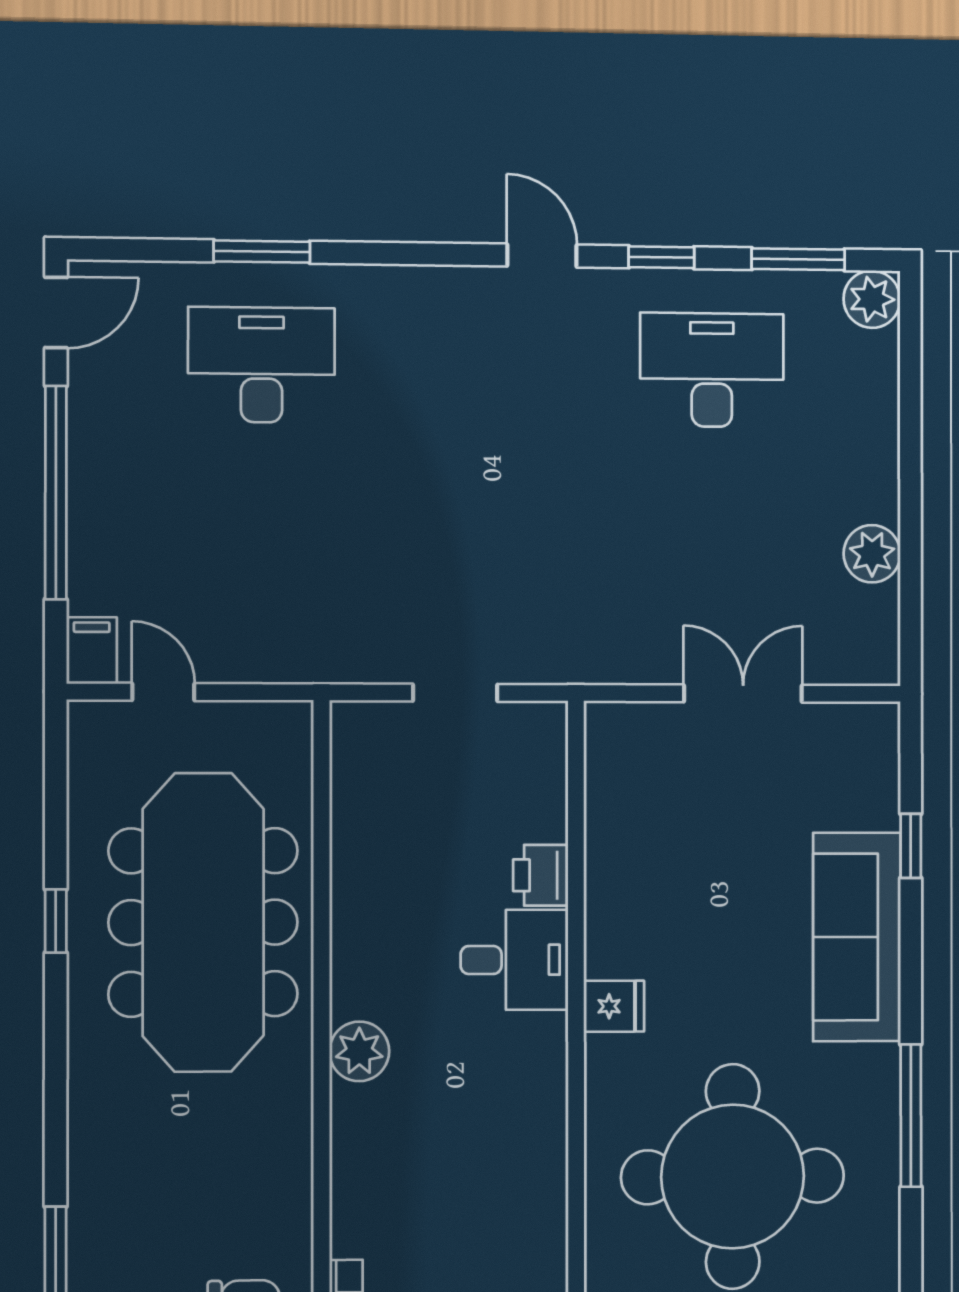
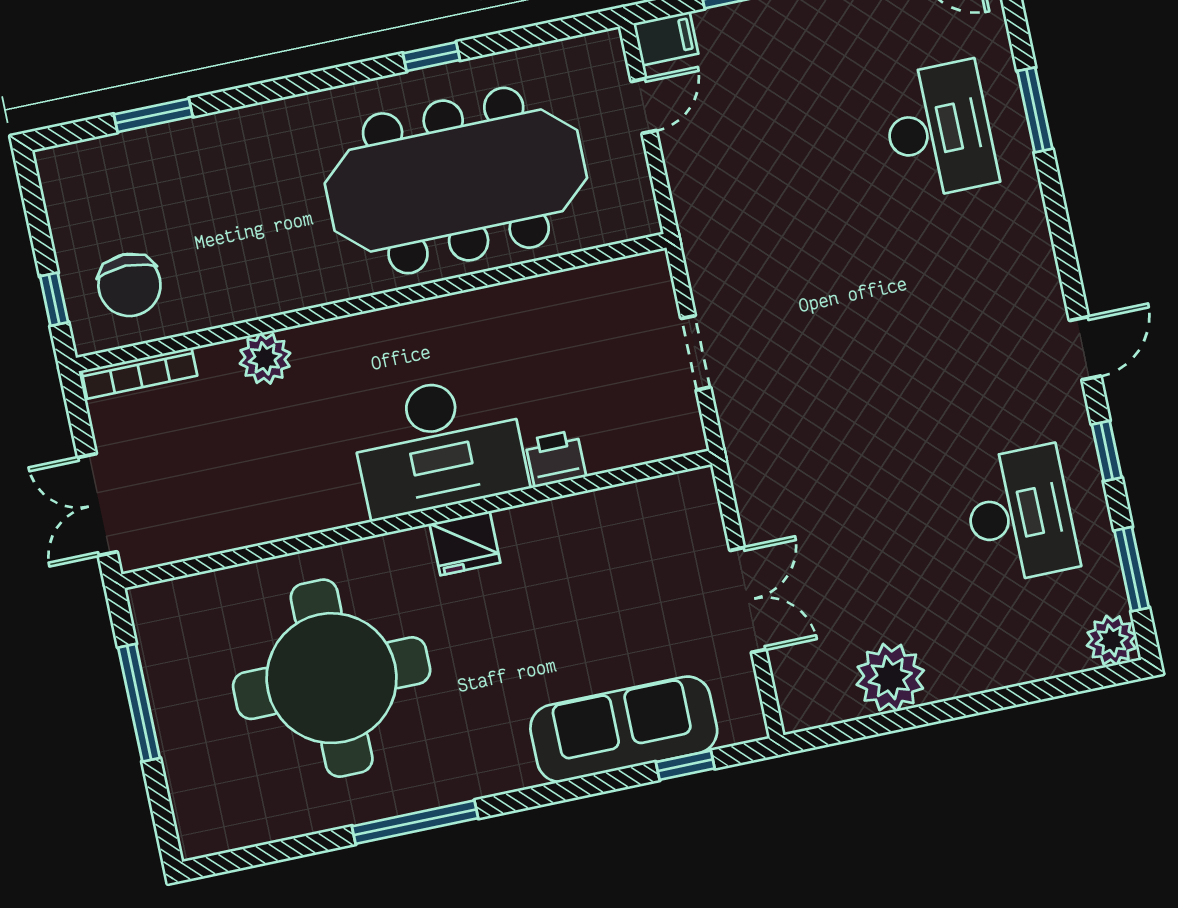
plant: (872, 554) -> (890, 678), width x1.36, depth x1.36
window: (911, 846) -> (685, 765), moved
sofa: (857, 937) -> (624, 729), moved
desk: (514, 960) -> (439, 445), width x1.87, depth x1.30
fridge: (614, 1006) -> (465, 543), width x1.38
plant: (359, 1051) -> (265, 358), moved

